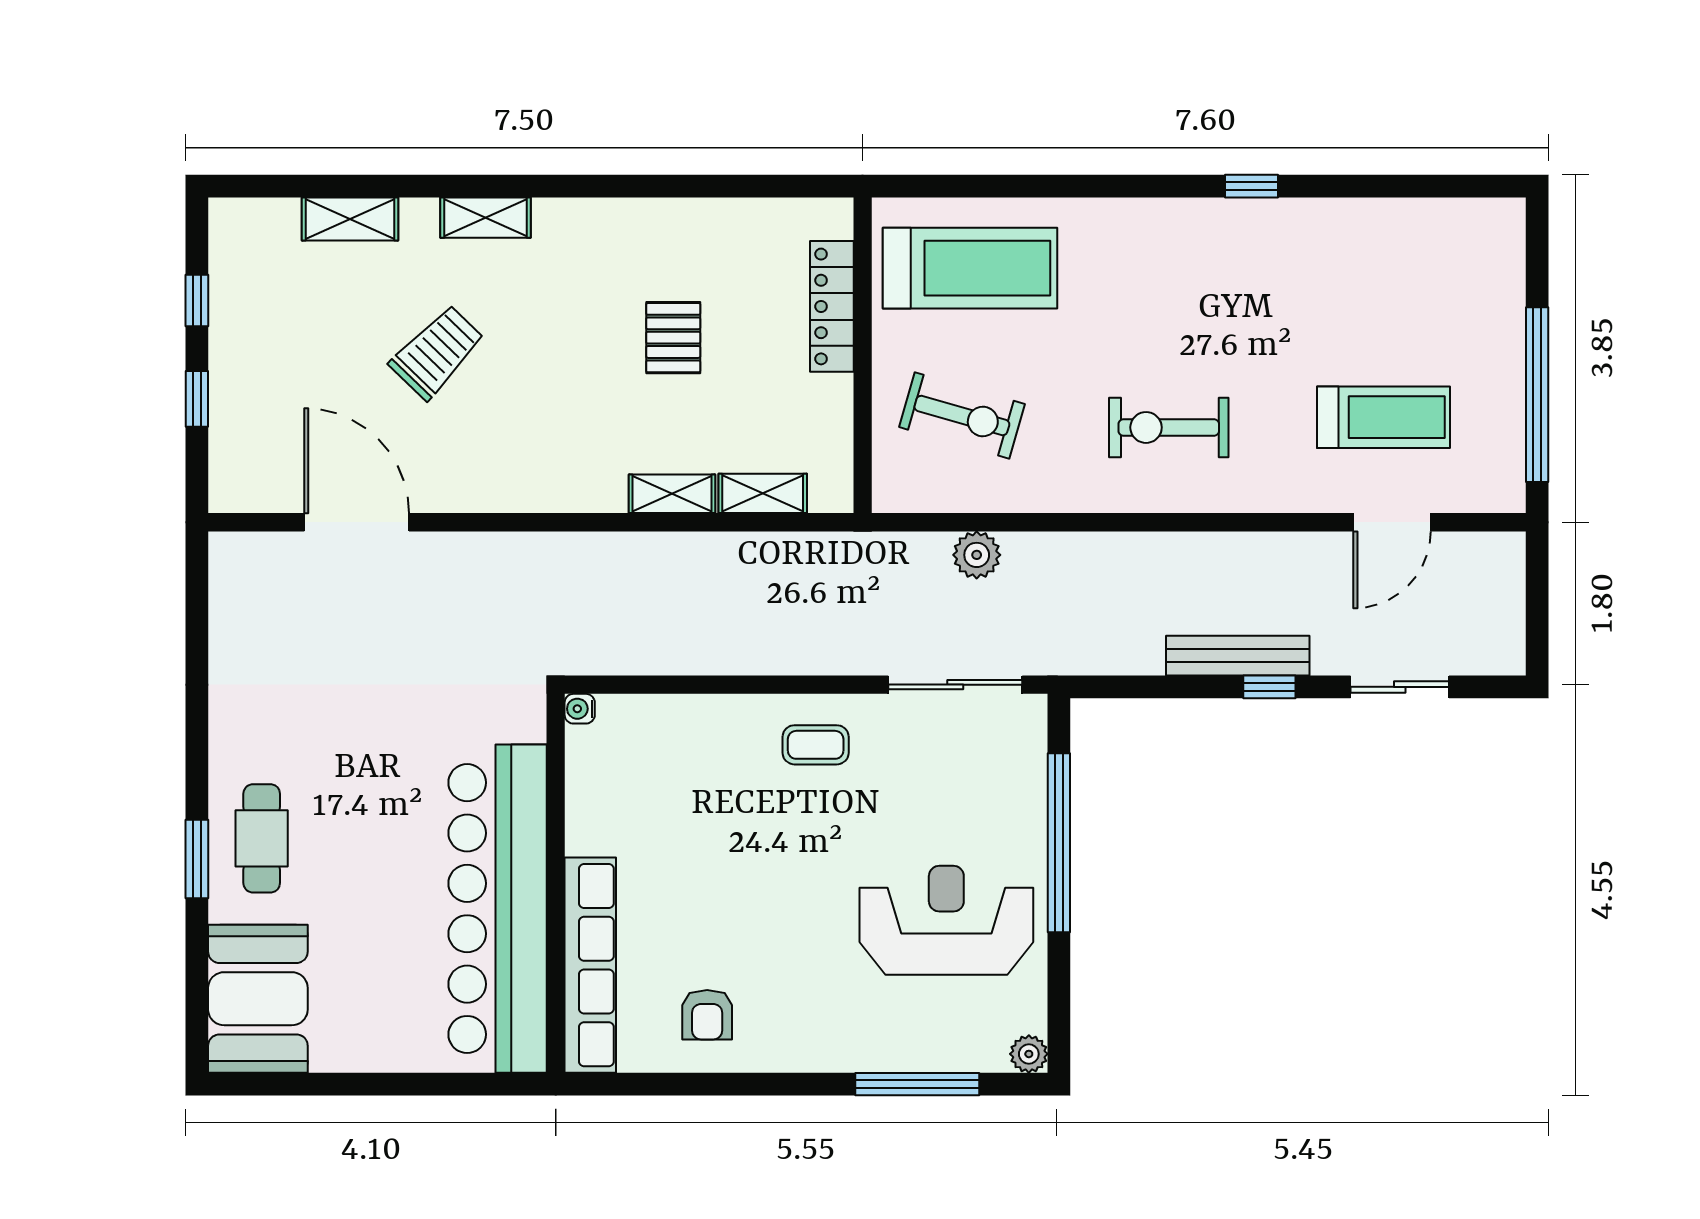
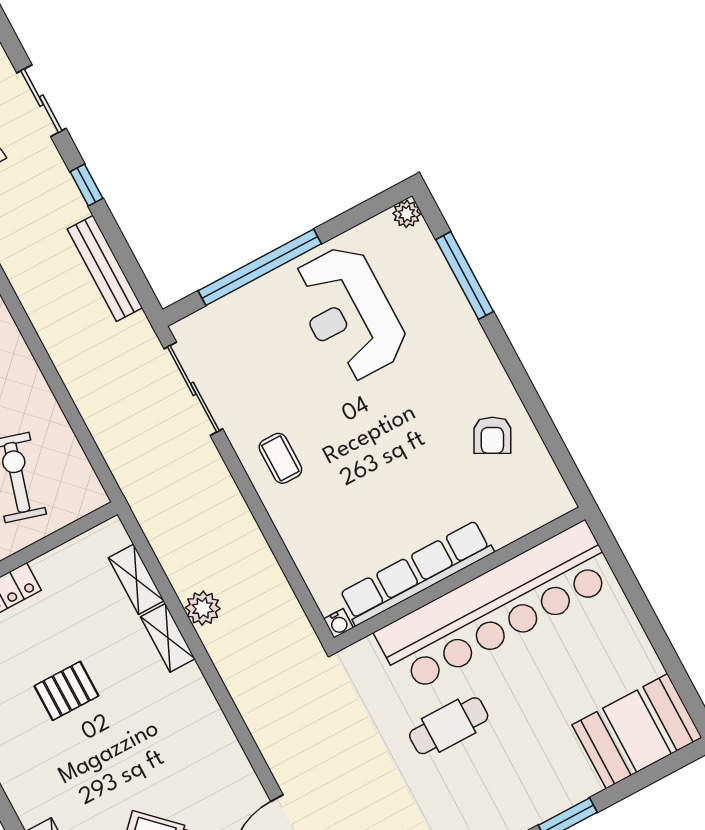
plant: (977, 555) -> (203, 608), moved
bench: (1238, 656) -> (105, 268), moved
cafe table: (262, 838) -> (449, 726), moved
row of seats: (590, 965) -> (416, 573), moved
armchair: (707, 1015) -> (492, 435), turned 118

